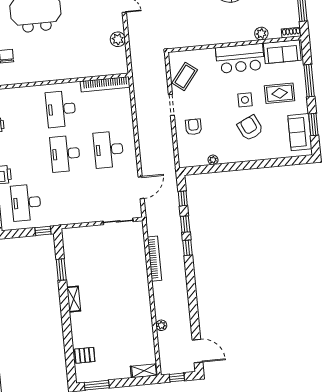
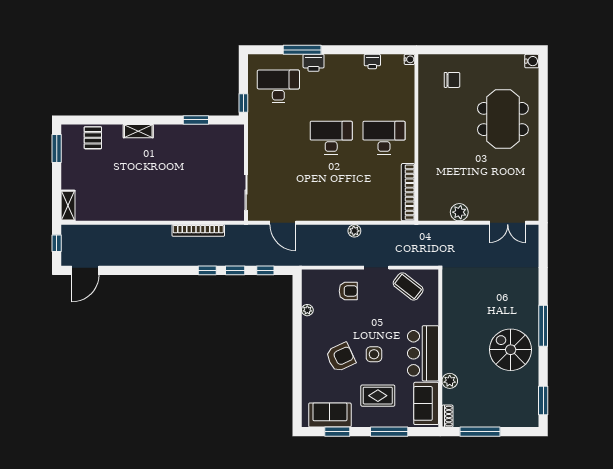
rug: (280, 93) -> (378, 396), turned 90
desk: (108, 150) -> (331, 189), removed
shelving: (74, 299) -> (138, 131), moved
plant: (161, 325) -> (354, 231), moved

